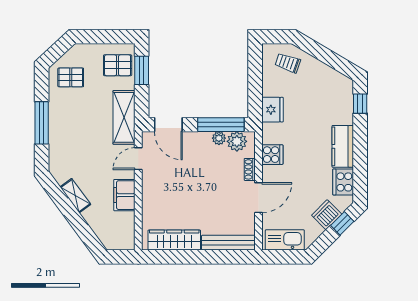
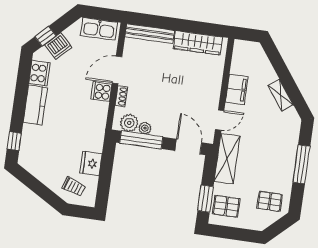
fridge: (273, 110) -> (91, 164), moved
cooker: (272, 155) -> (101, 92), moved

